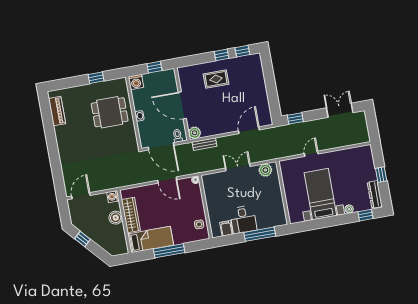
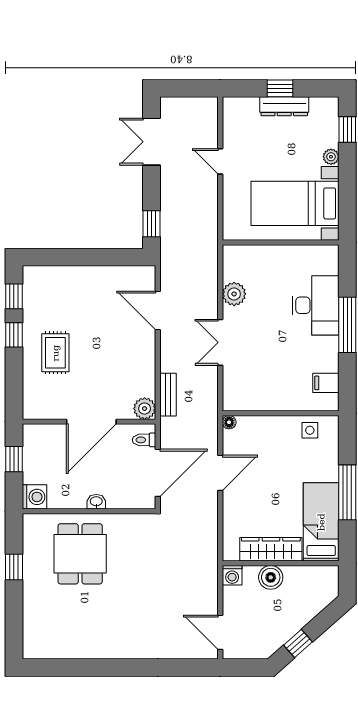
piano: (57, 111) -> (61, 648), removed
door: (311, 154) -> (220, 161), moved
wall: (283, 193) -> (281, 243), moved
dresser: (375, 194) -> (284, 106), moved
desk: (243, 220) -> (316, 305), moved, width x1.37

